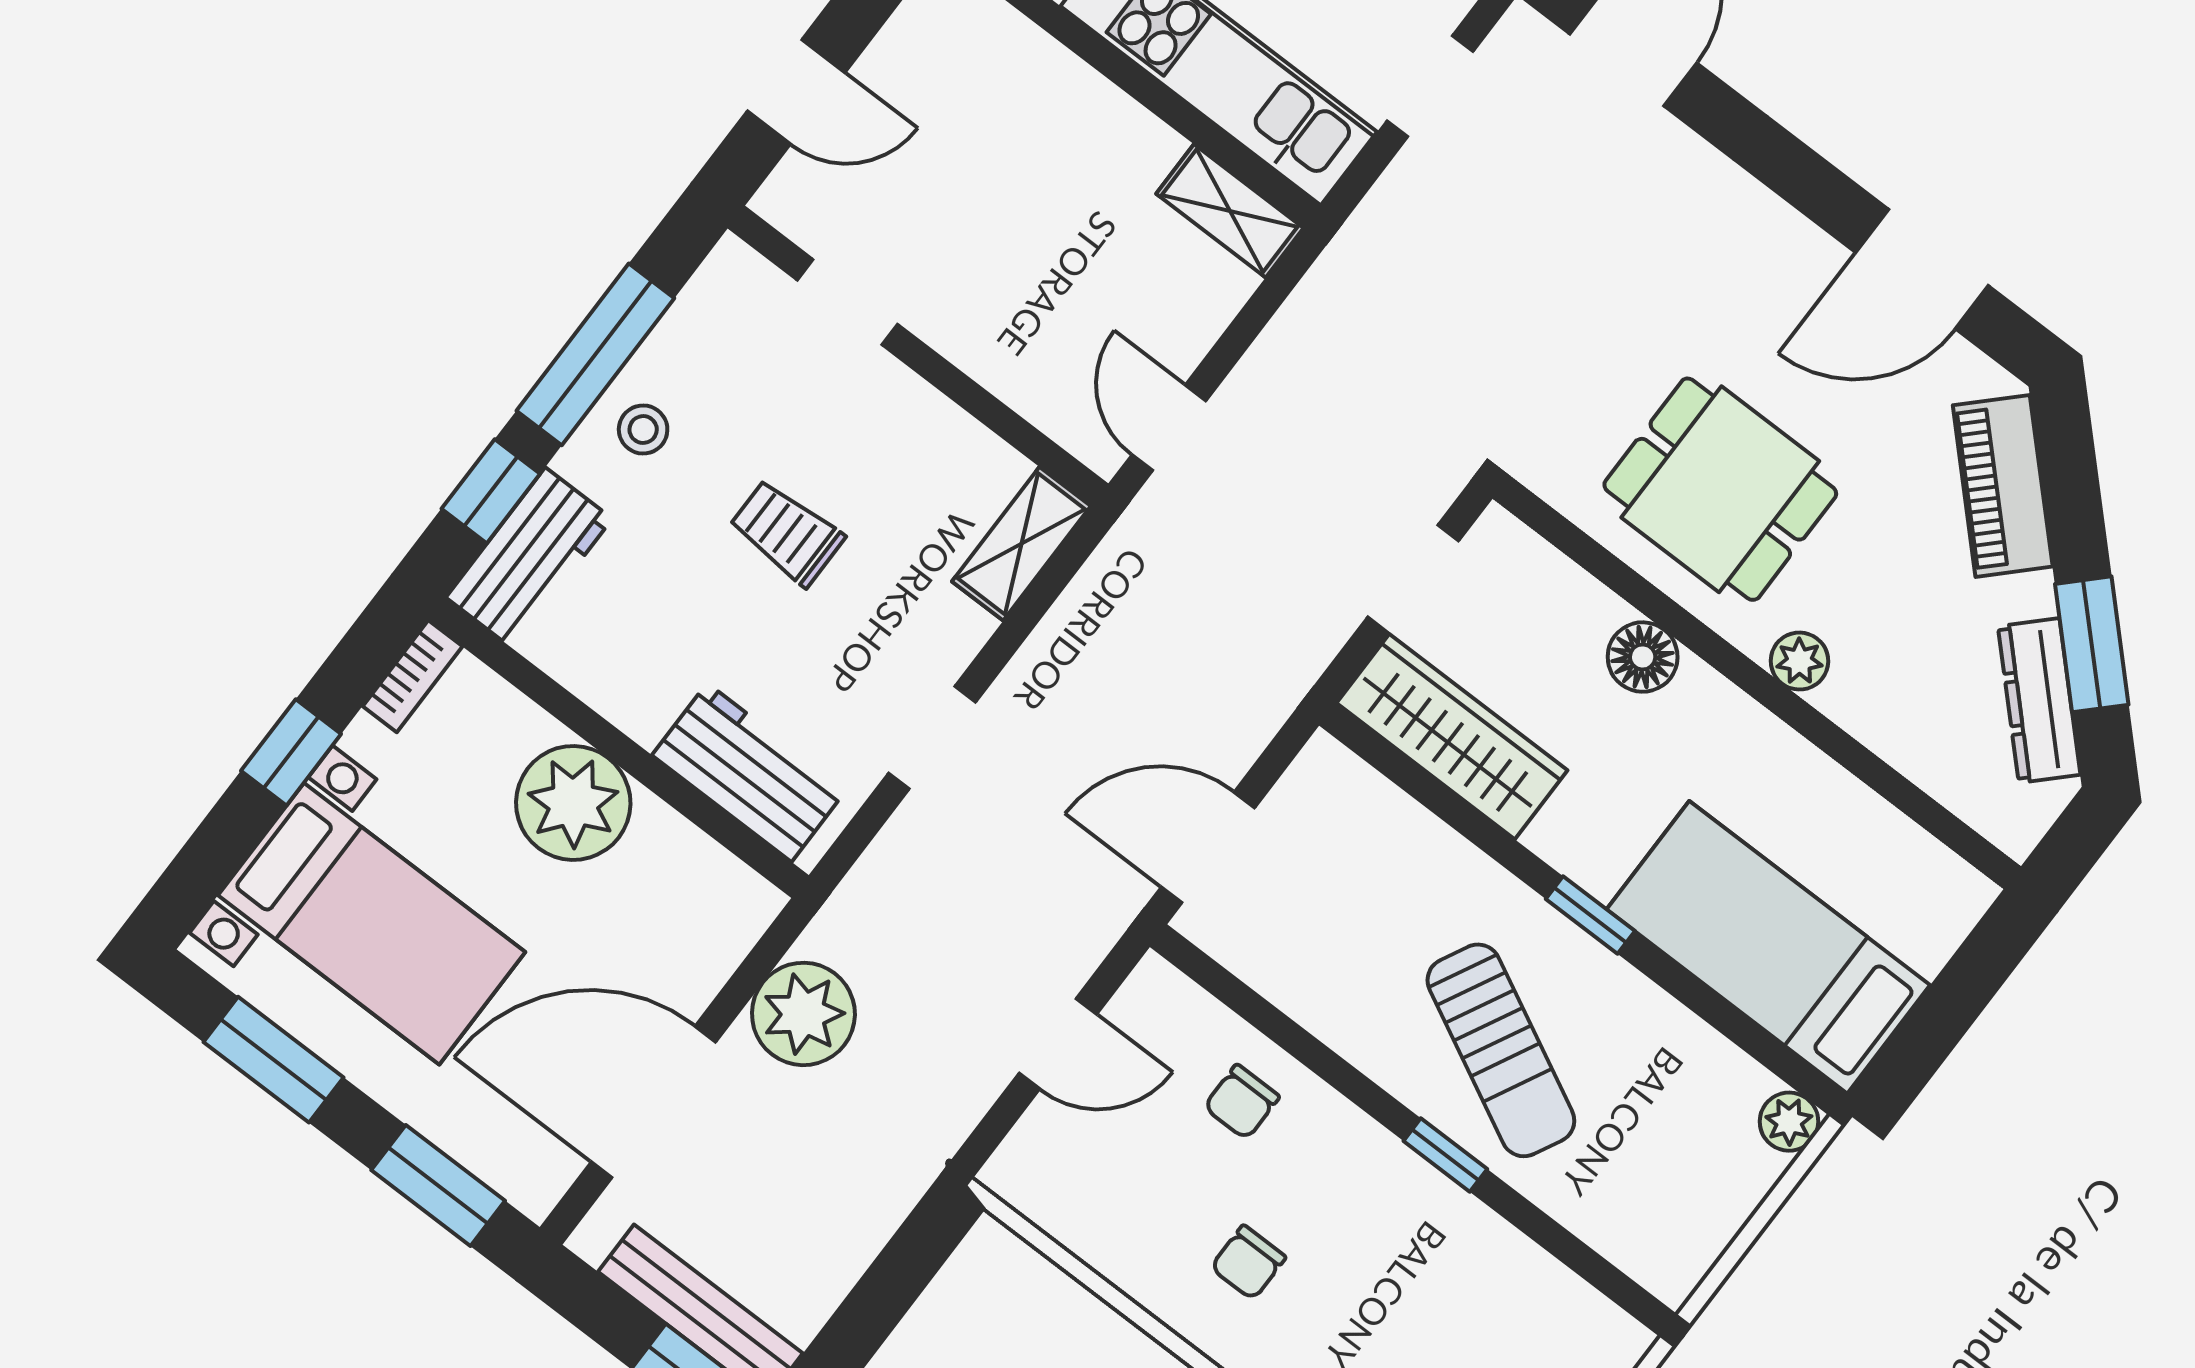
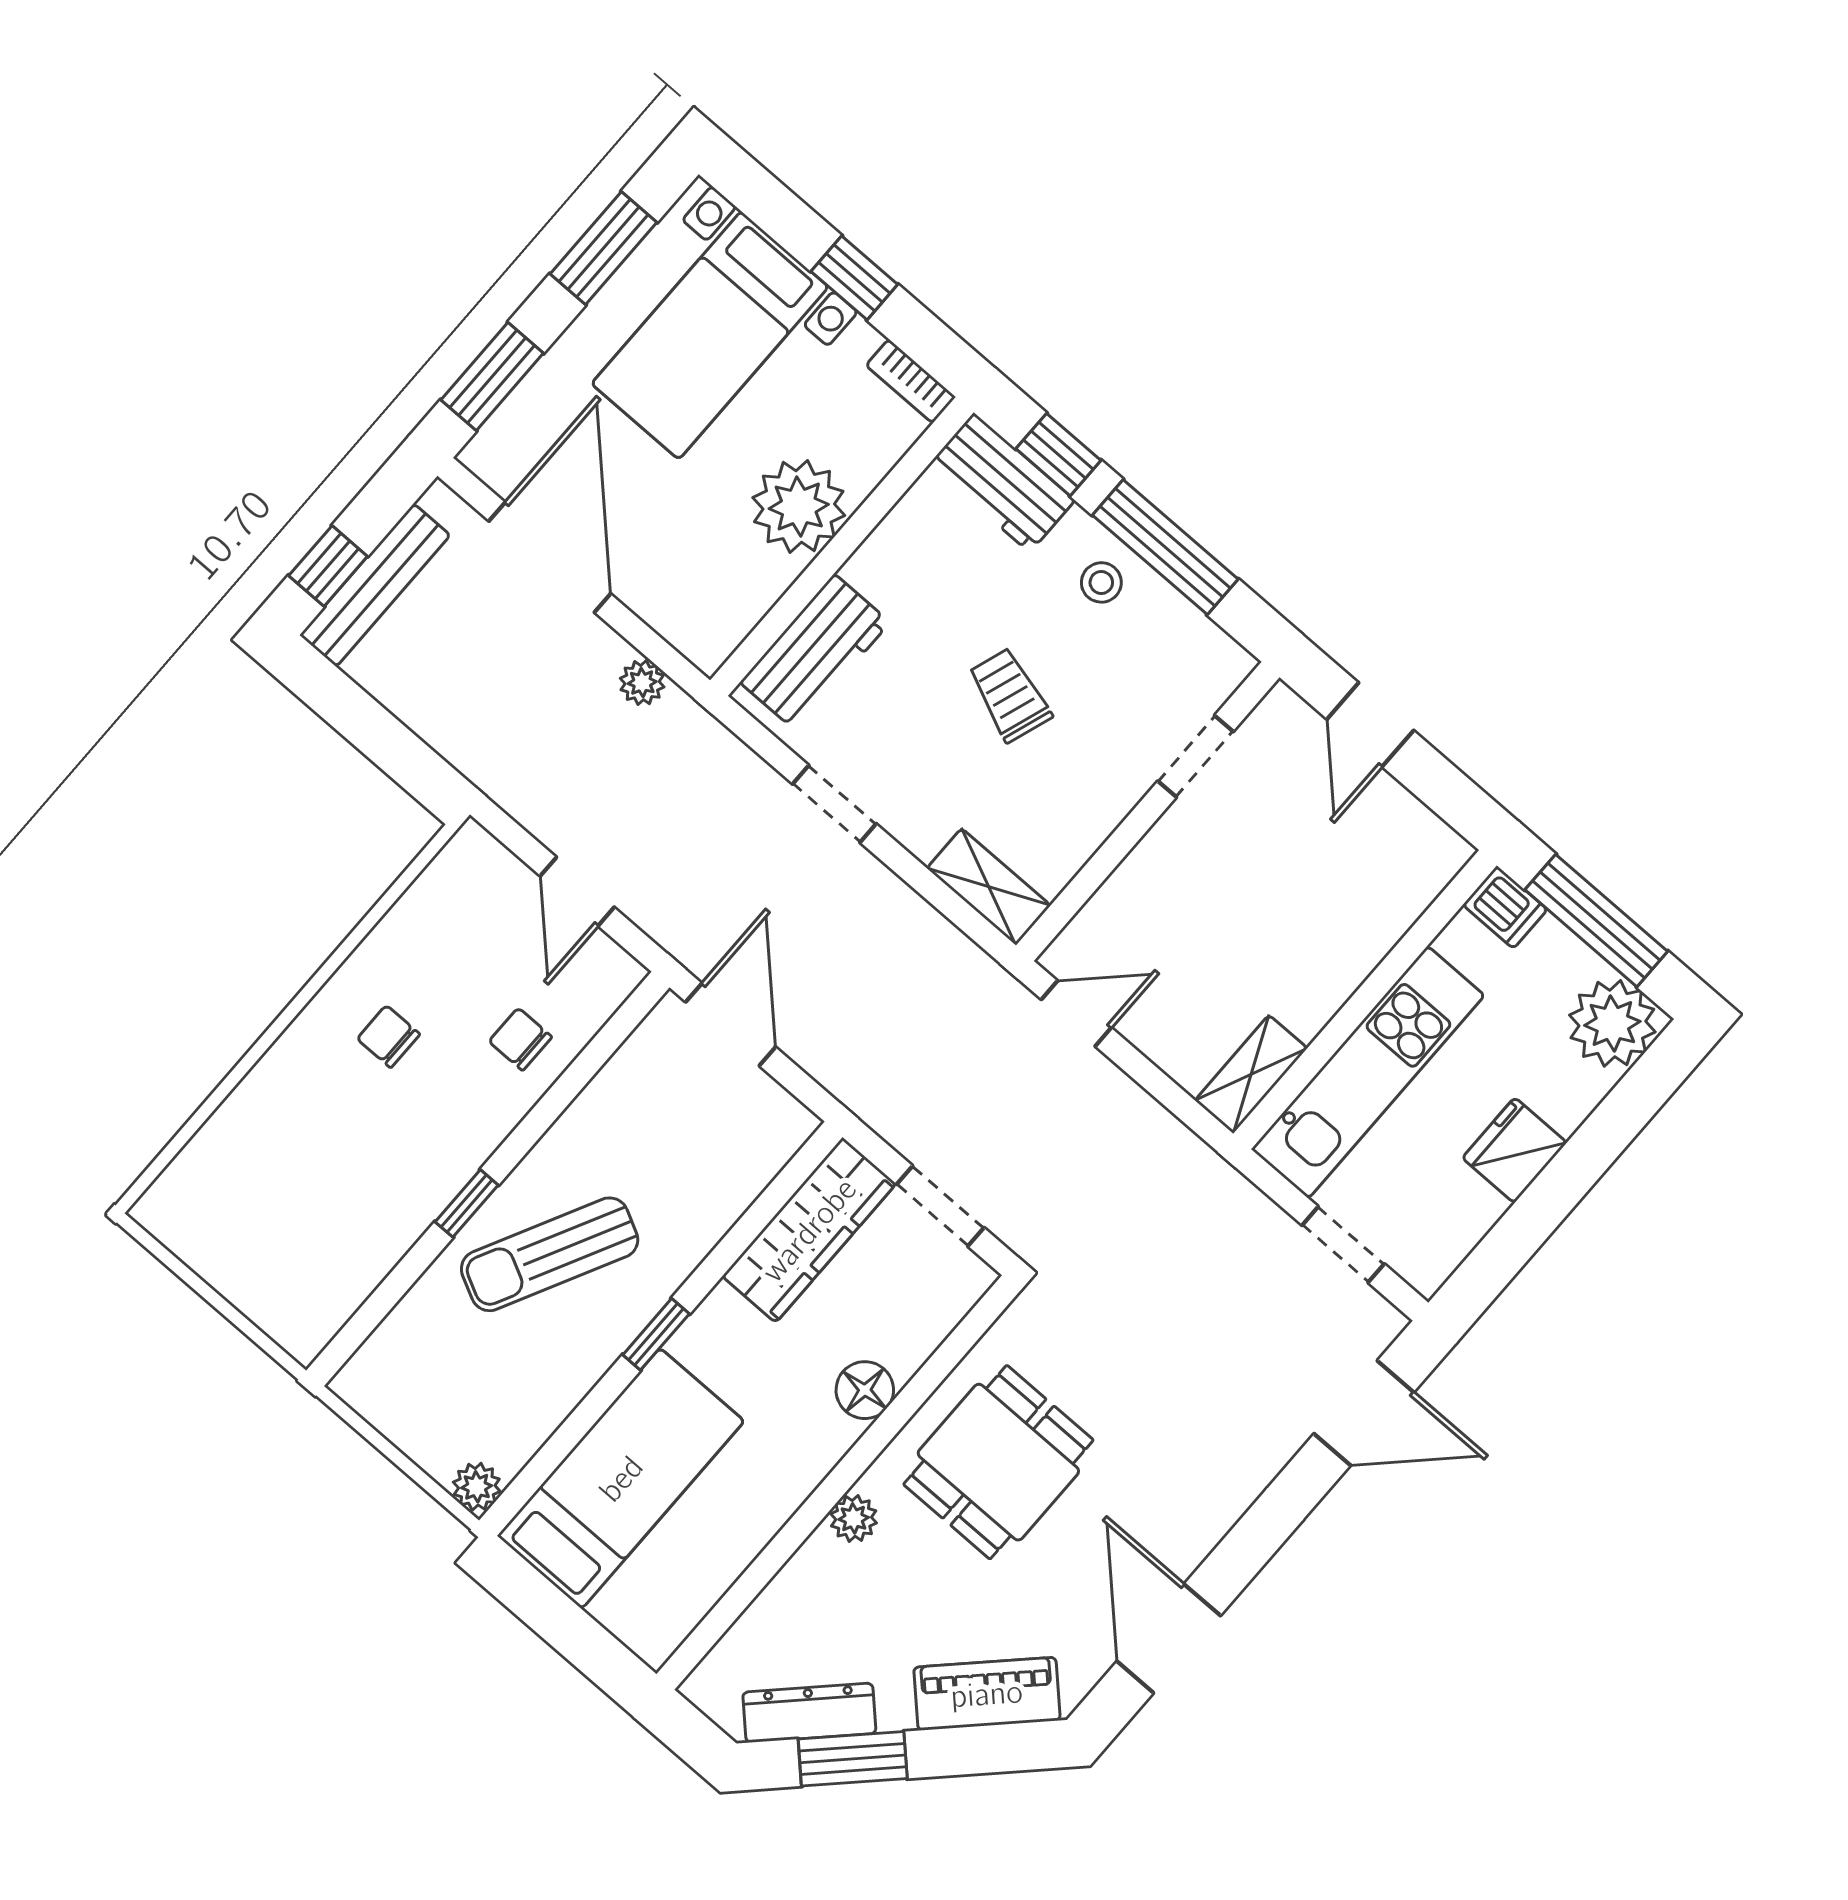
trolley: (787, 533) -> (1010, 695), turned -71
plant: (803, 1014) -> (642, 683), width x0.53, depth x0.53

